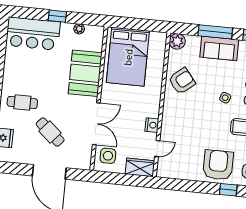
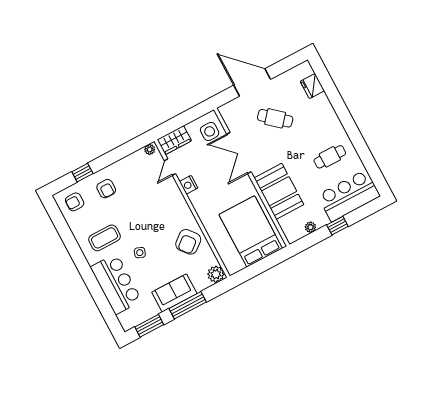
cafe table: (22, 103) -> (330, 157), moved
armchair: (218, 165) -> (106, 189), width x0.53, depth x0.53
plant: (164, 173) -> (150, 149), added

